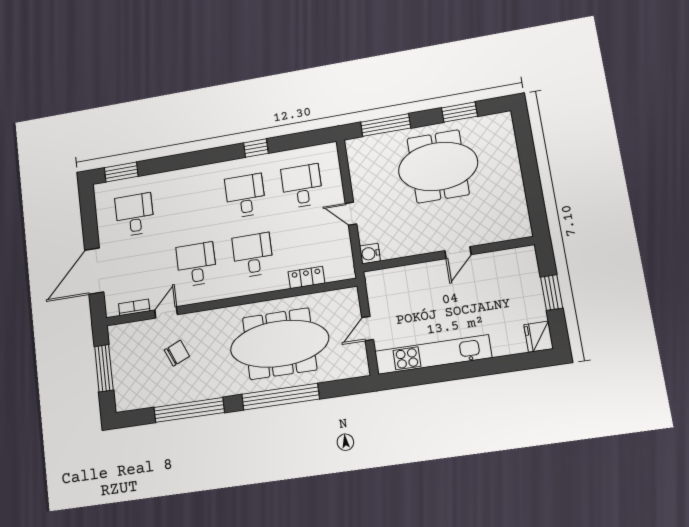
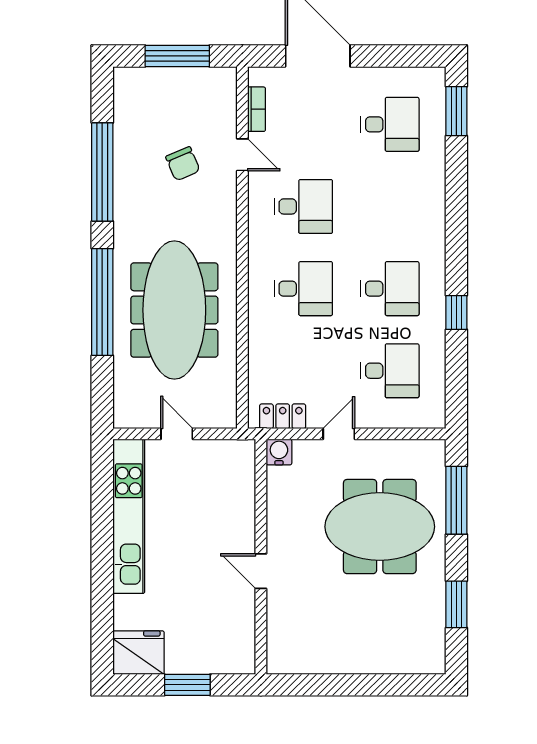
meeting table: (438, 166) -> (380, 527), moved, turned 90
locker: (306, 277) -> (283, 416), moved, turned -90
fridge: (539, 337) -> (138, 653), width x1.36, depth x1.34

